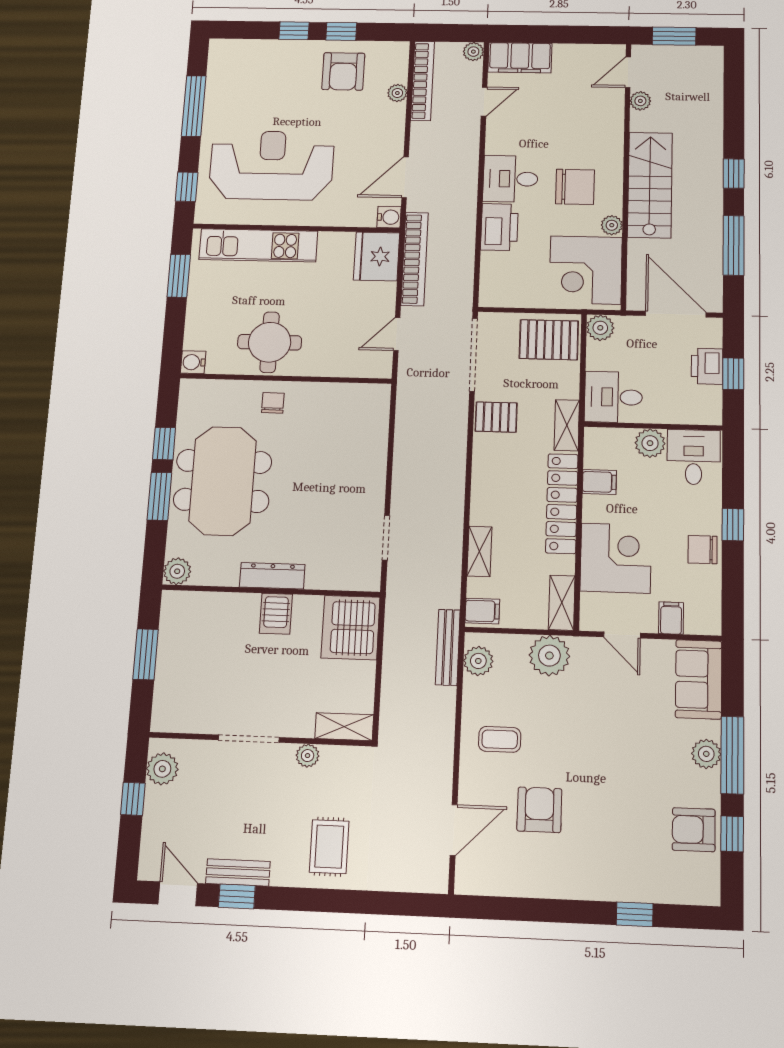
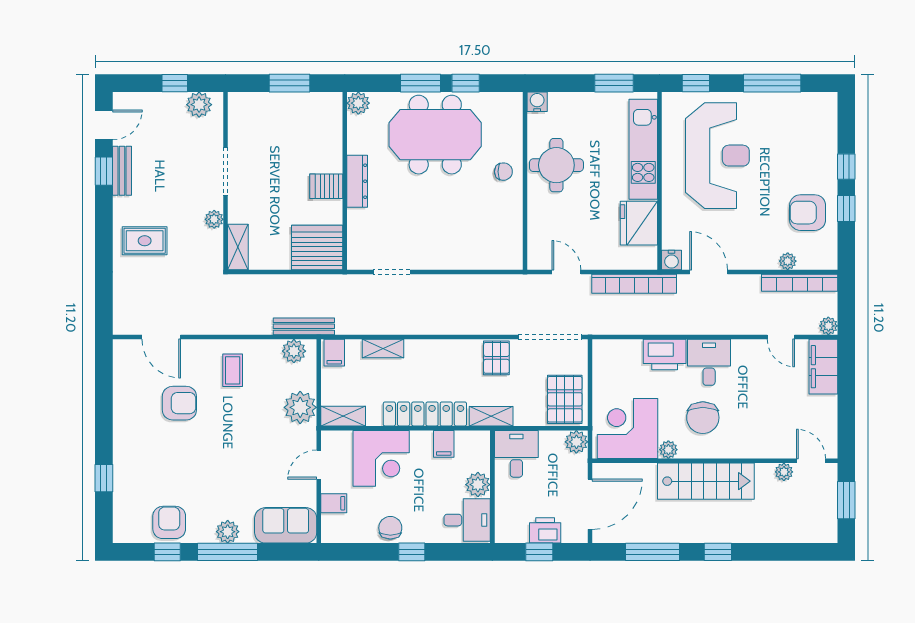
fridge: (377, 256) -> (639, 223), moved, turned -90

